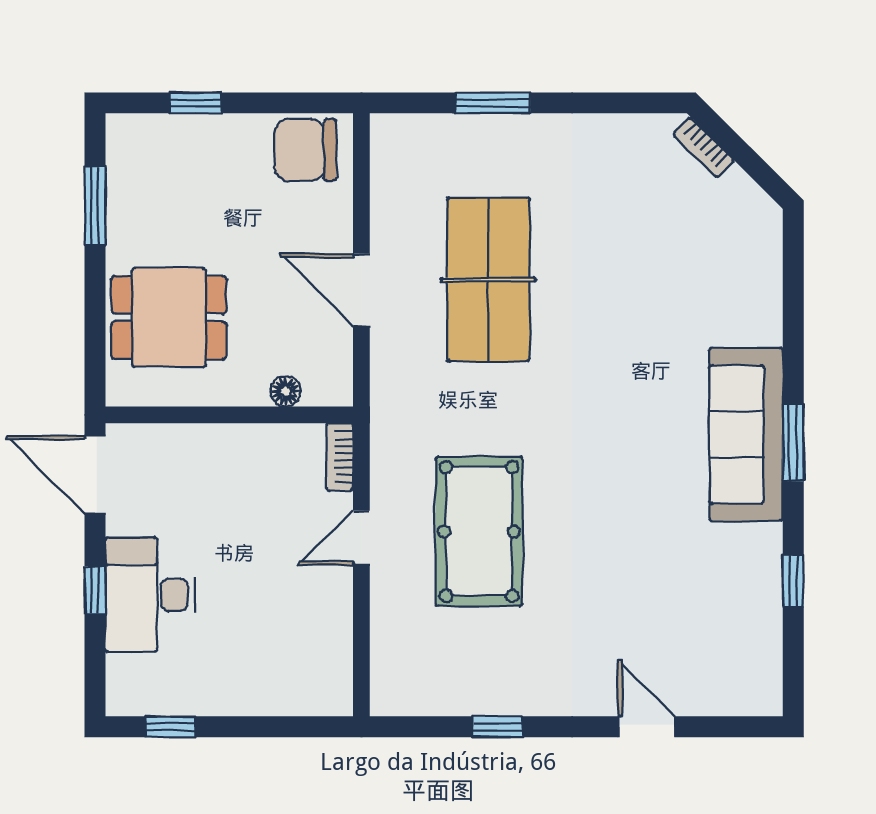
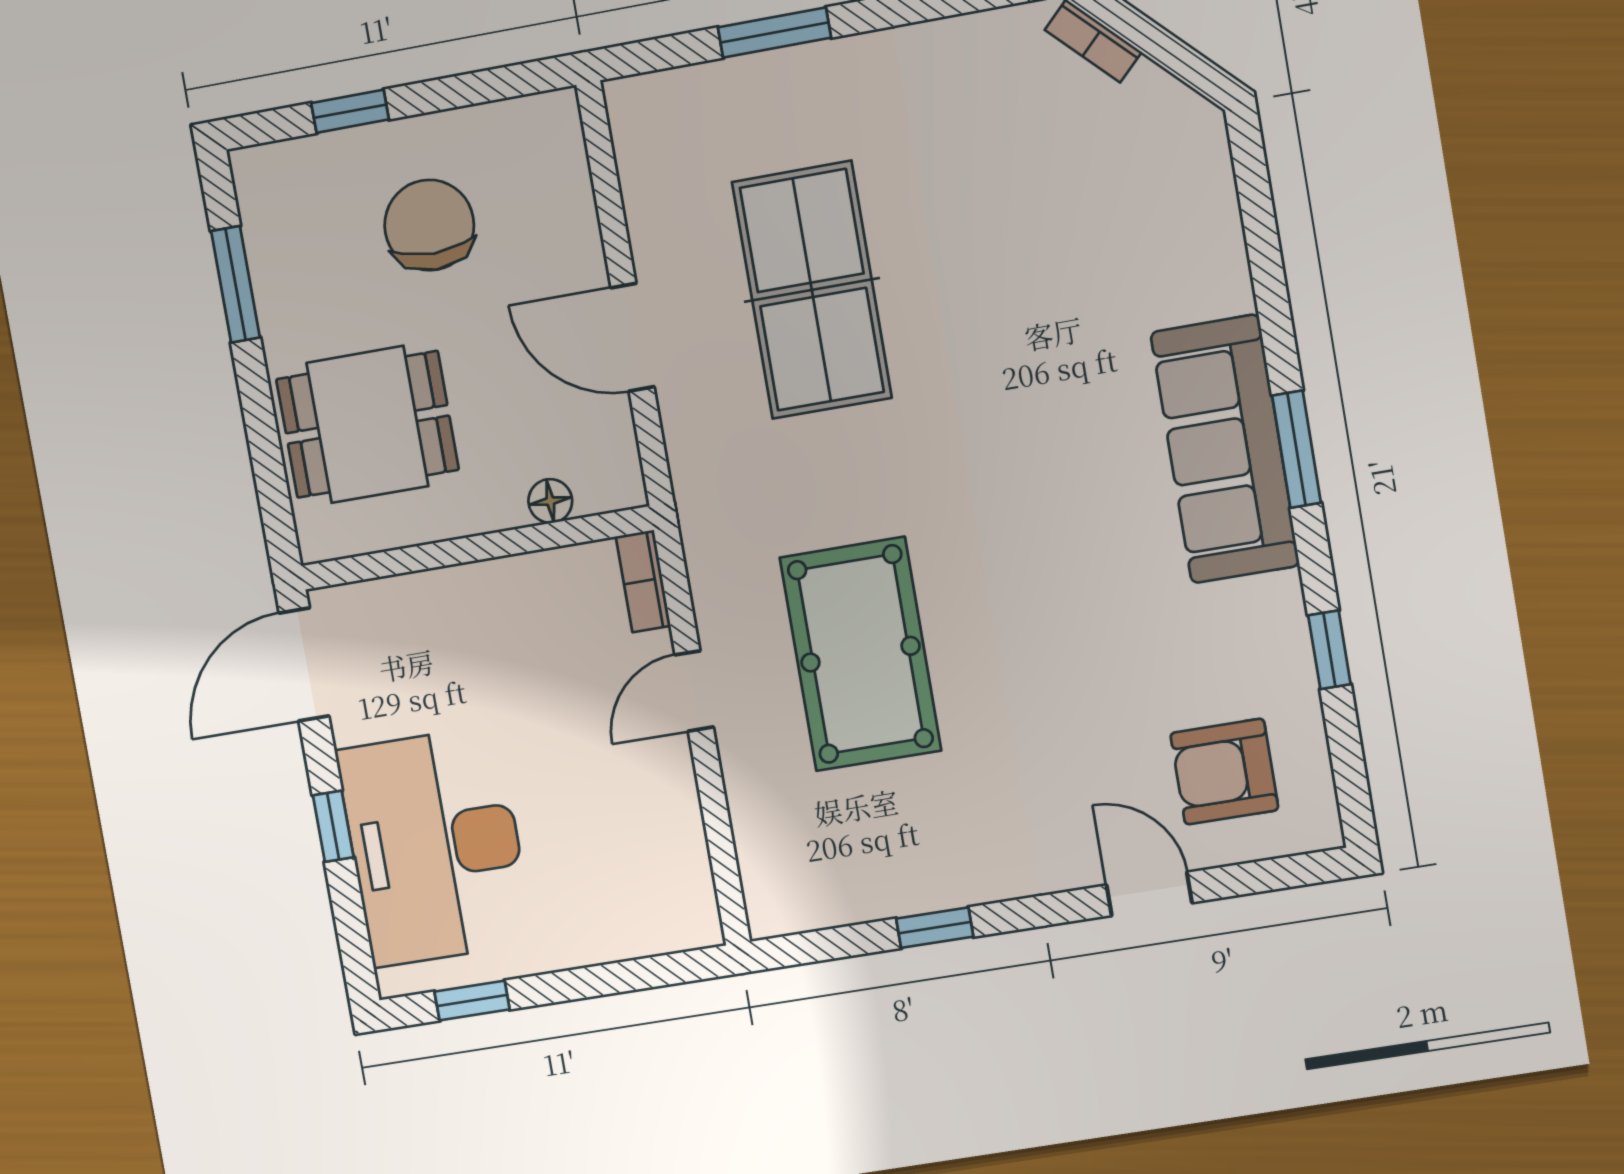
chair: (305, 150) -> (429, 225), moved, turned 90
door: (95, 475) -> (304, 665), hinge flipped
desk: (150, 595) -> (435, 846), width x1.36, depth x1.30
armchair: (710, 652) -> (1224, 772), added

